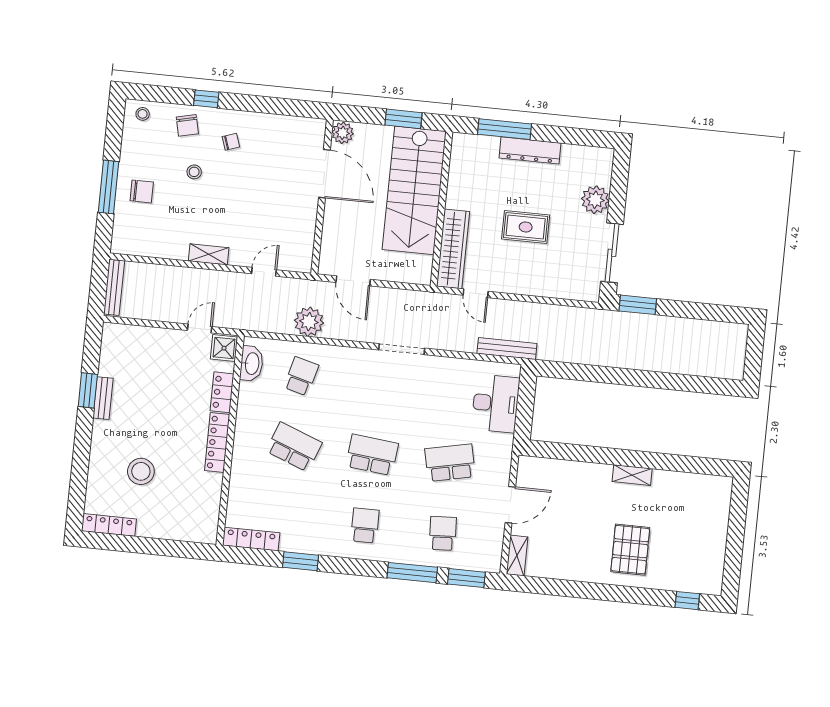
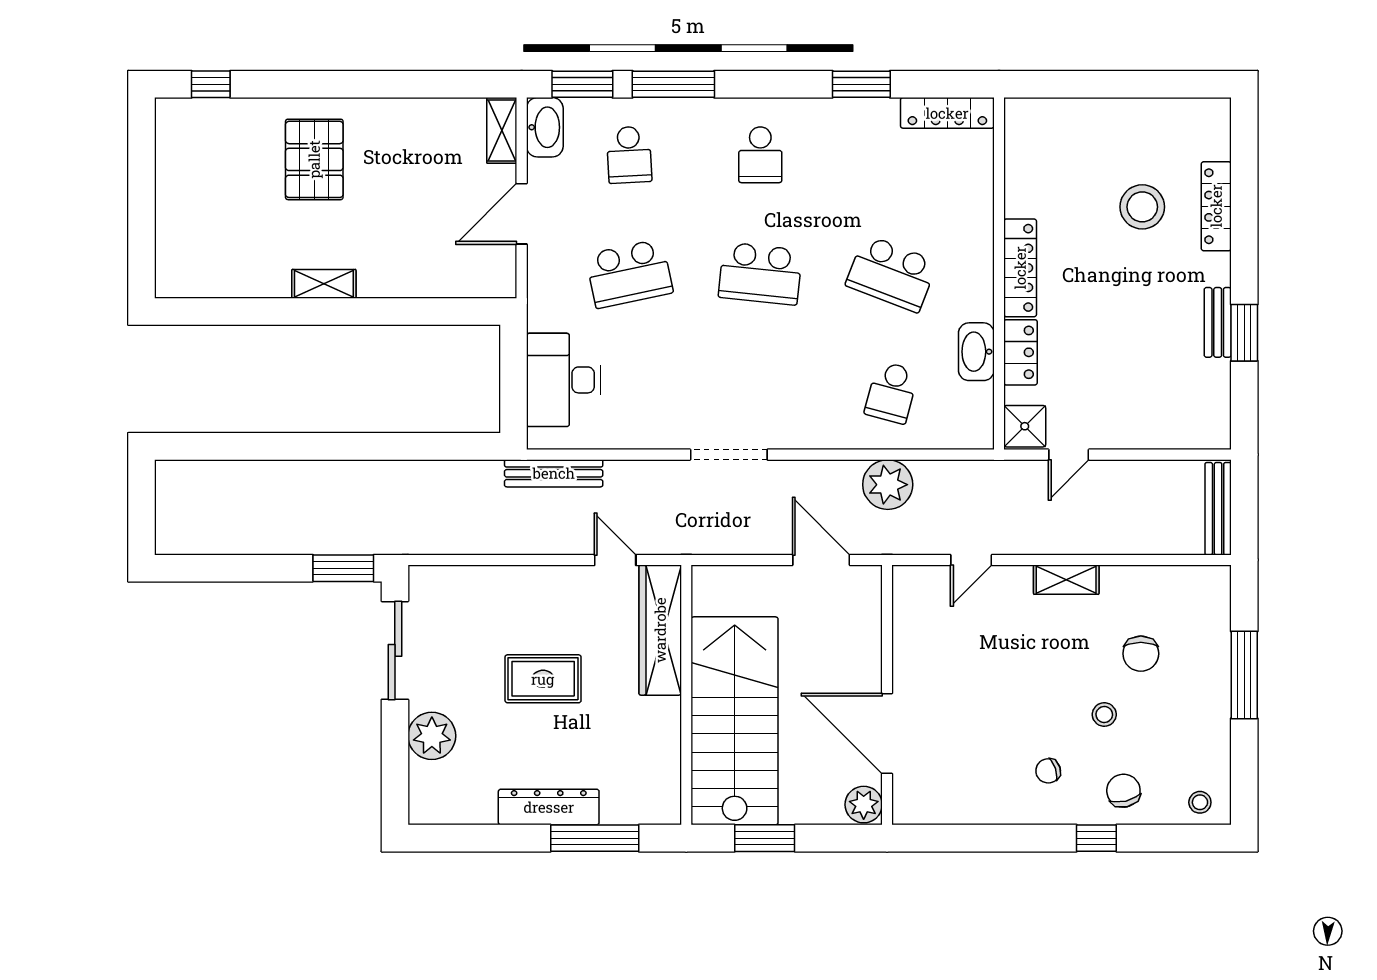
chair: (142, 191) -> (1141, 654), moved, turned -90
washbasin: (252, 364) -> (976, 352), moved
locker: (109, 525) -> (1216, 206), moved, turned 90
washbasin: (491, 555) -> (545, 127), added

